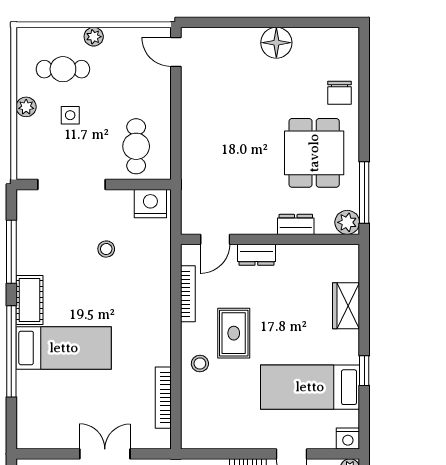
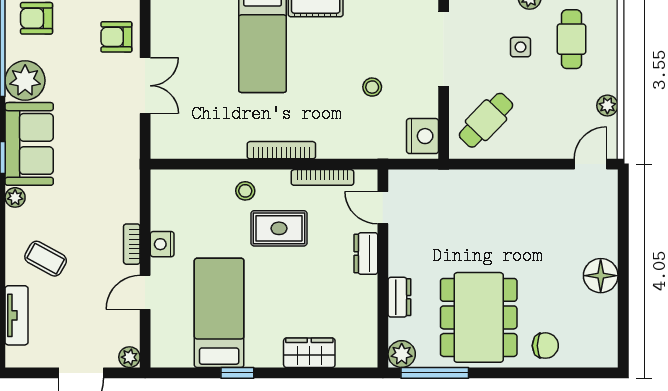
plant: (94, 37) -> (607, 106), moved
chair: (339, 93) -> (545, 346), turned 180
cafe table: (136, 146) -> (486, 120), turned -46
dining table: (314, 153) -> (479, 317), width x1.38
bookcase: (163, 398) -> (281, 150), moved
nightstand: (348, 439) -> (162, 244), moved

